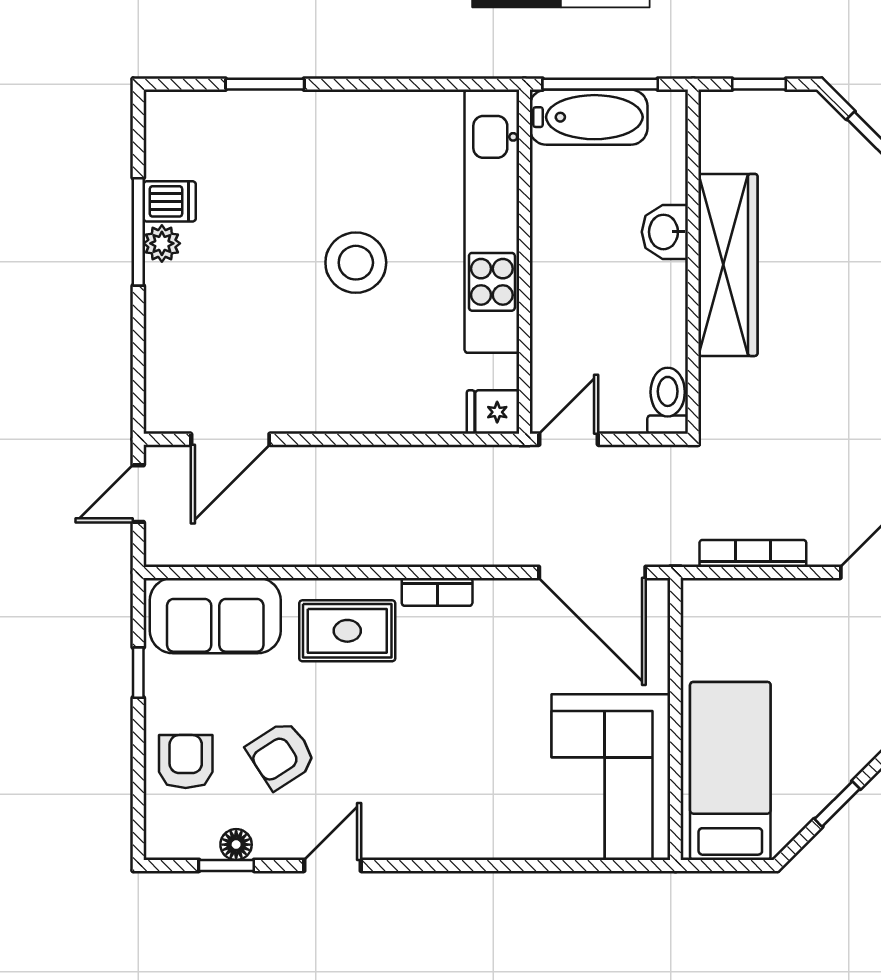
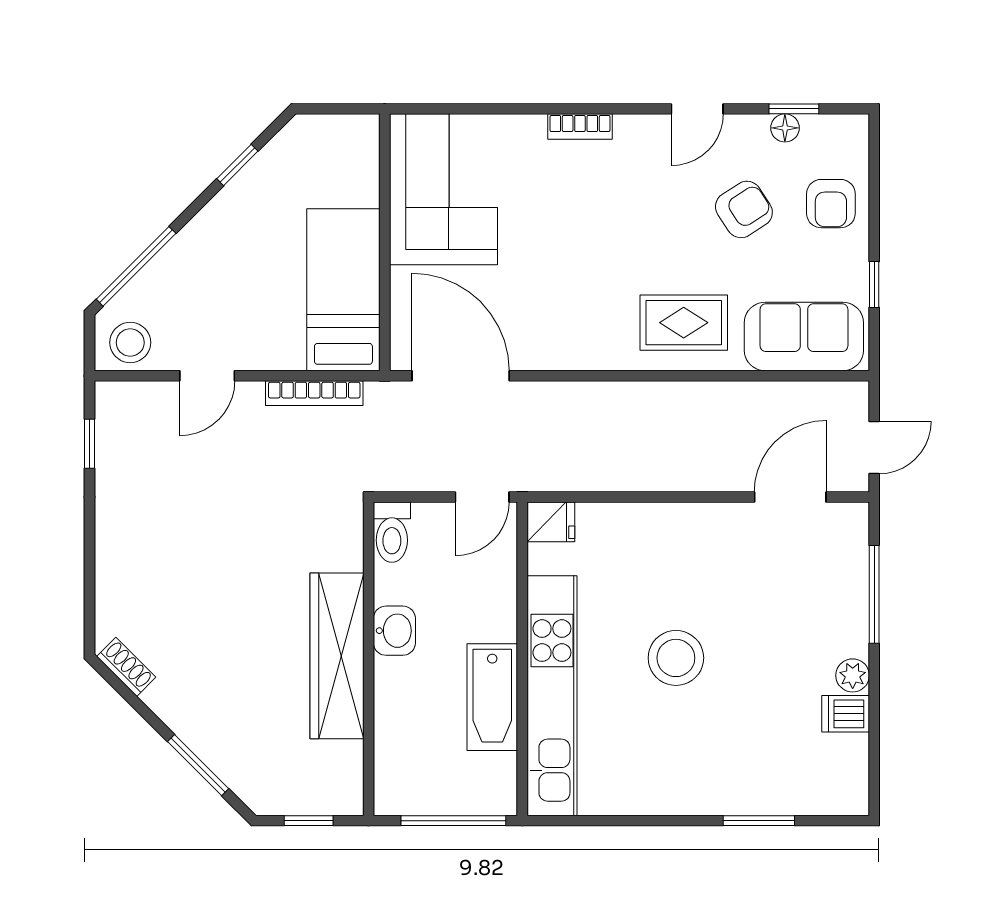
bathtub: (589, 117) -> (492, 697), moved, turned -90
window: (138, 232) -> (874, 594), moved
washbasin: (665, 232) -> (394, 631), moved
bookcase: (437, 592) -> (580, 127), moved, turned 180
bed: (730, 771) -> (343, 290), moved, turned 180

